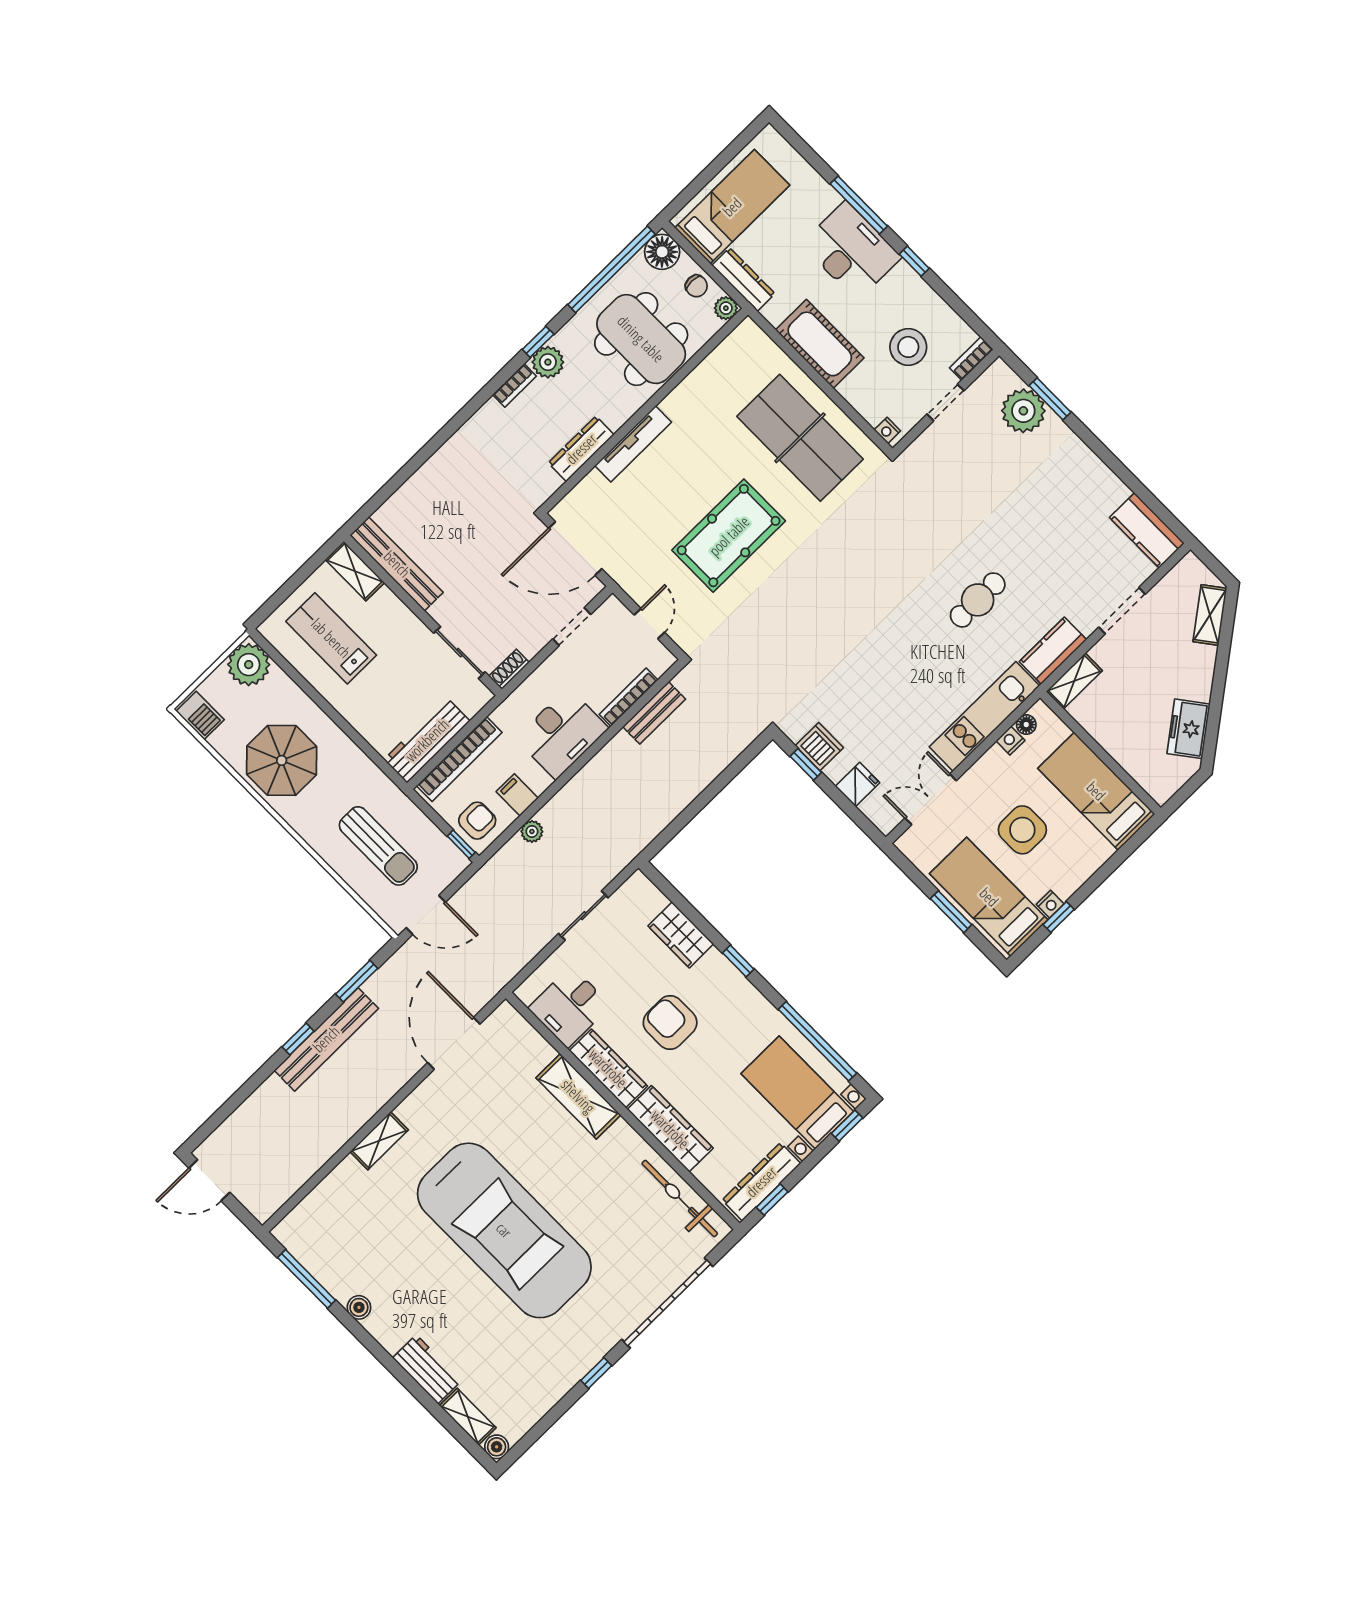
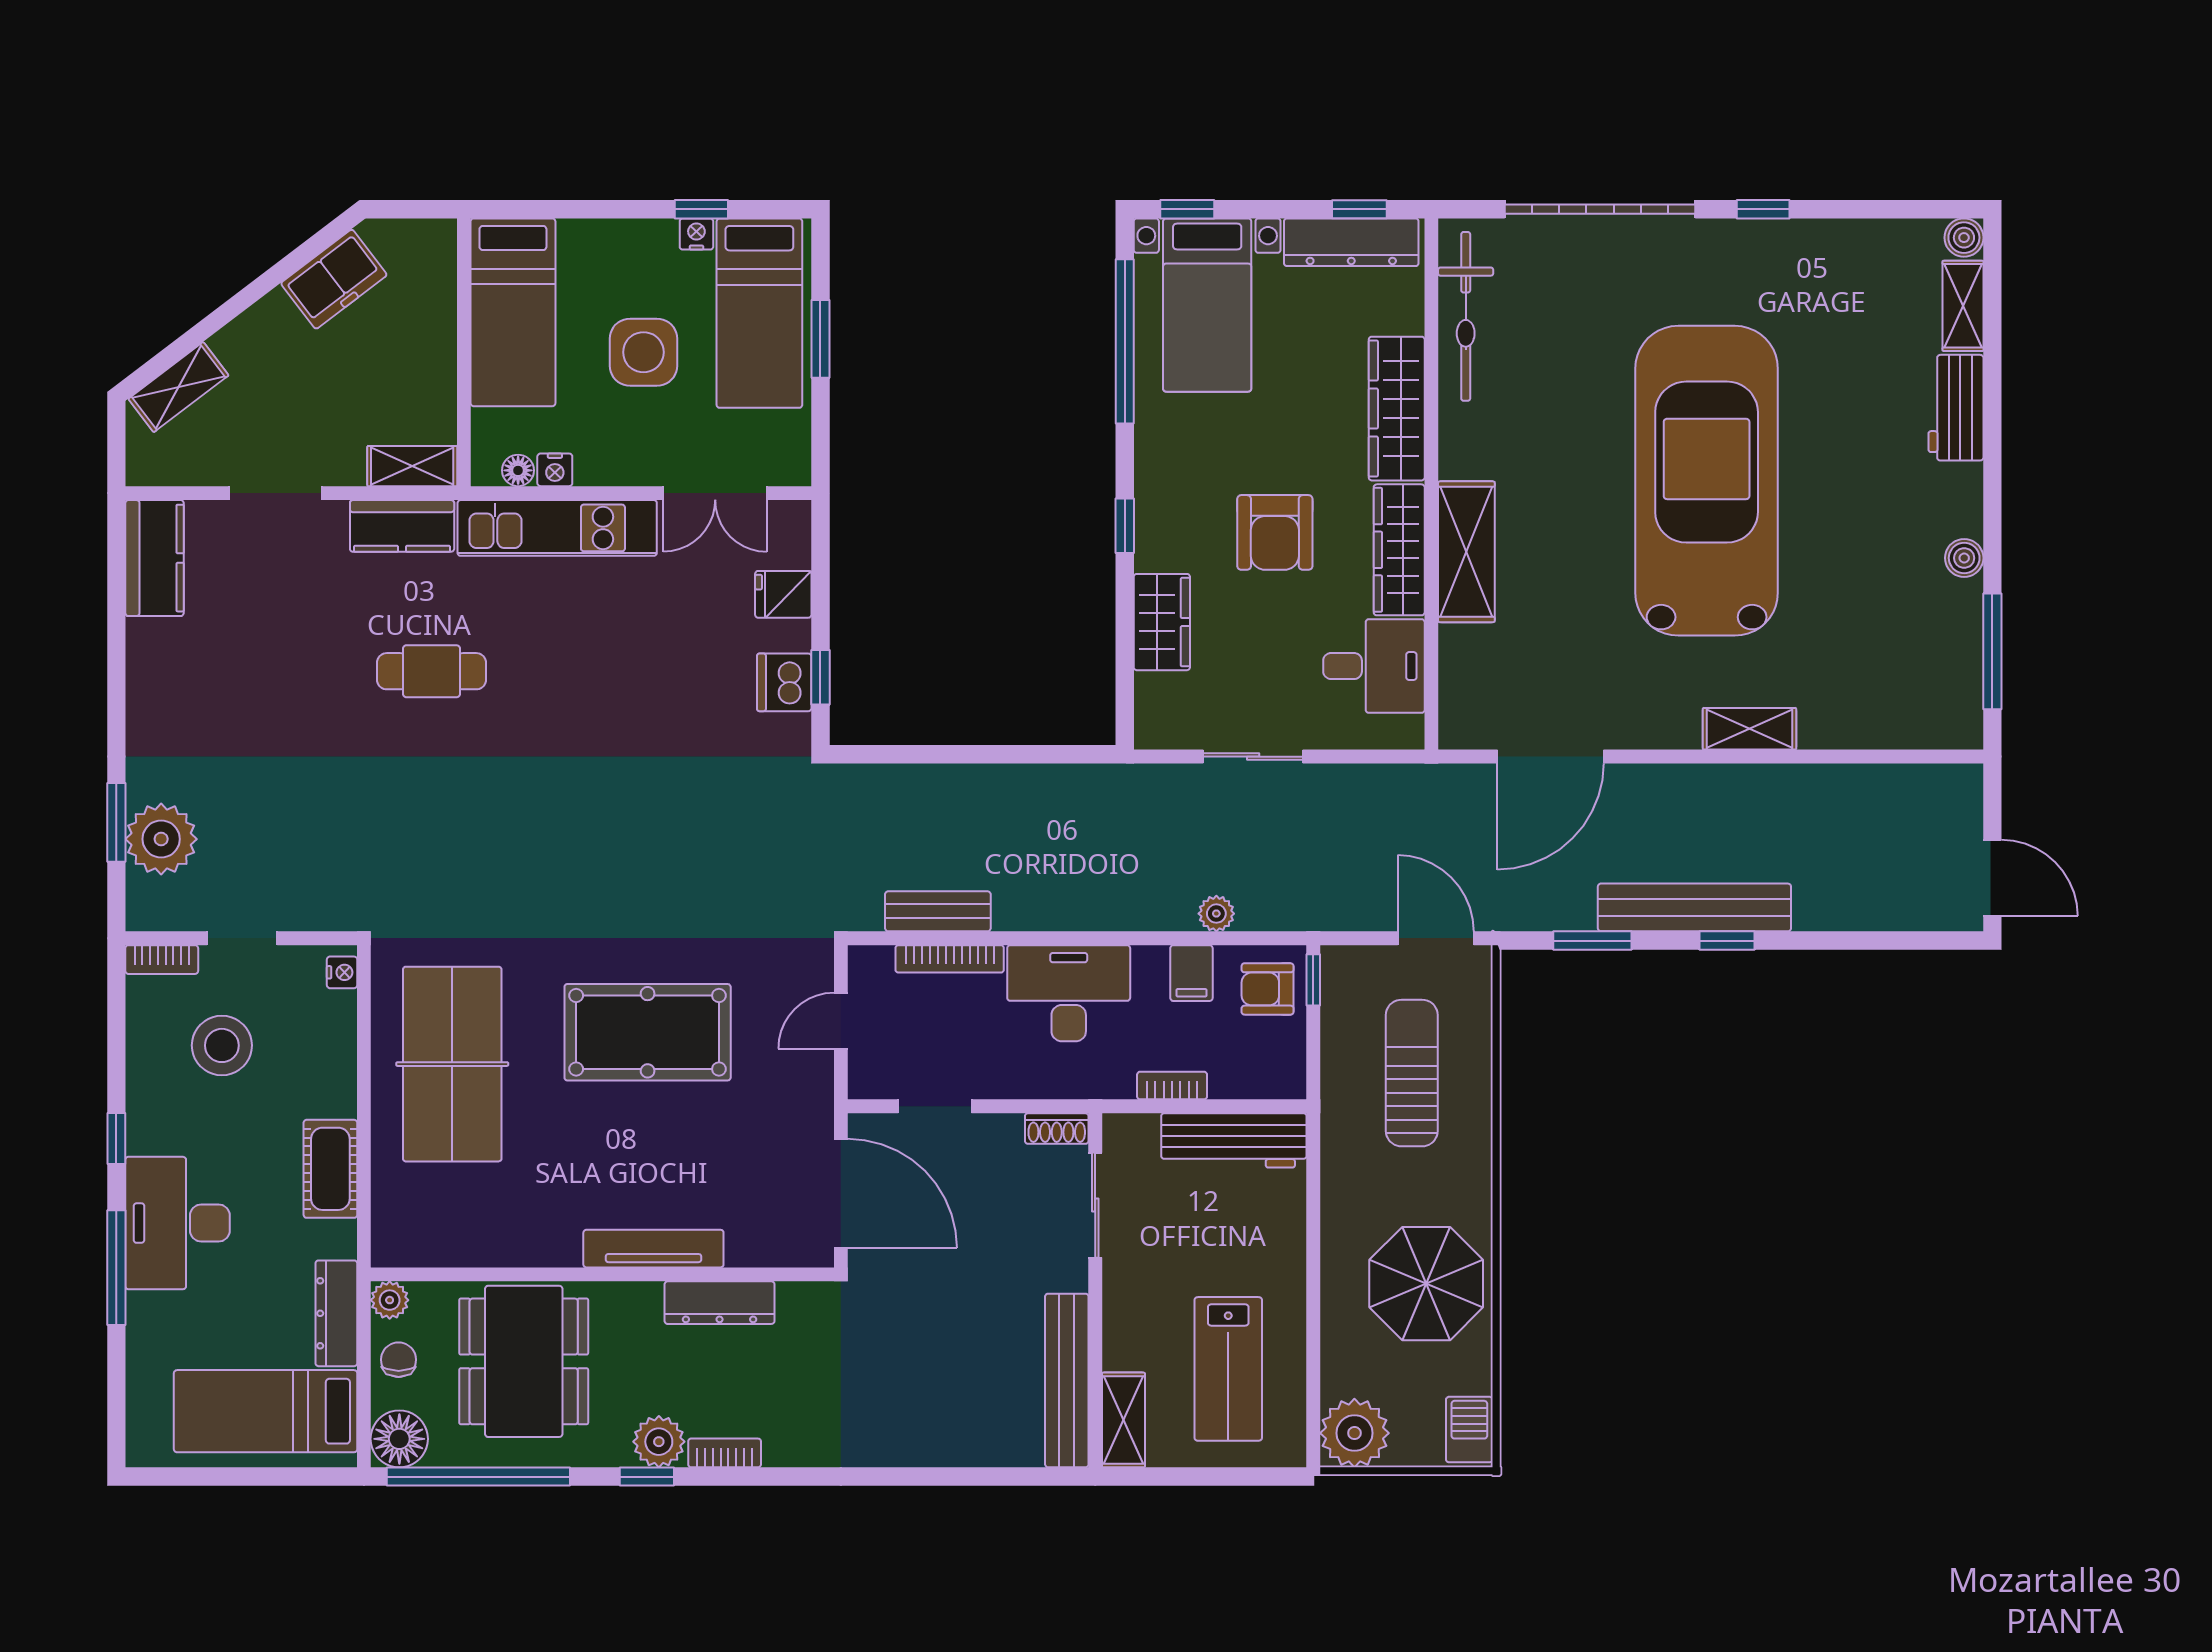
cot: (820, 344) -> (330, 1169), width x0.73, depth x0.75
bookcase: (459, 759) -> (1172, 1086), width x0.43, depth x0.76

